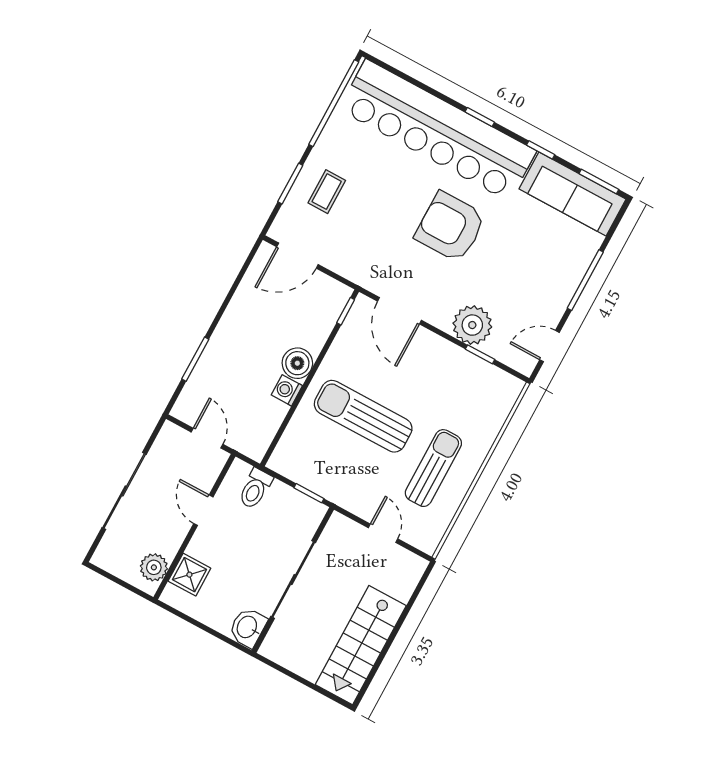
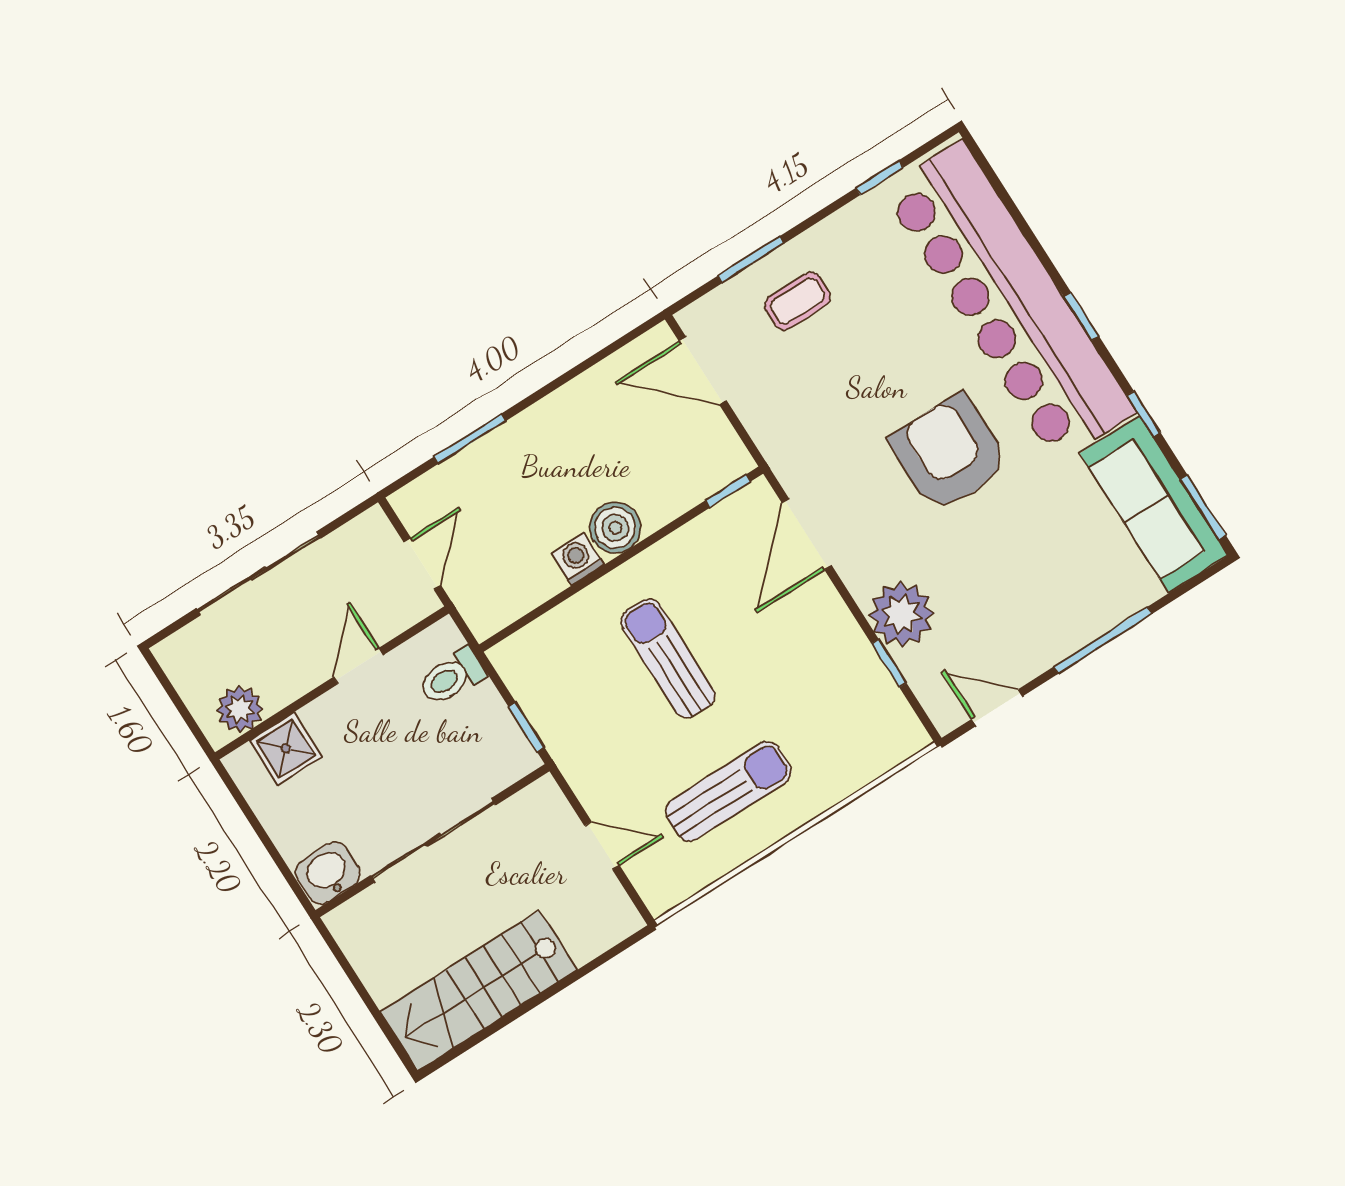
window: (334, 103) -> (880, 178), width x0.32
sun lounger: (363, 416) -> (668, 659), width x0.73, depth x0.75
door: (383, 533) -> (602, 846), hinge flipped

